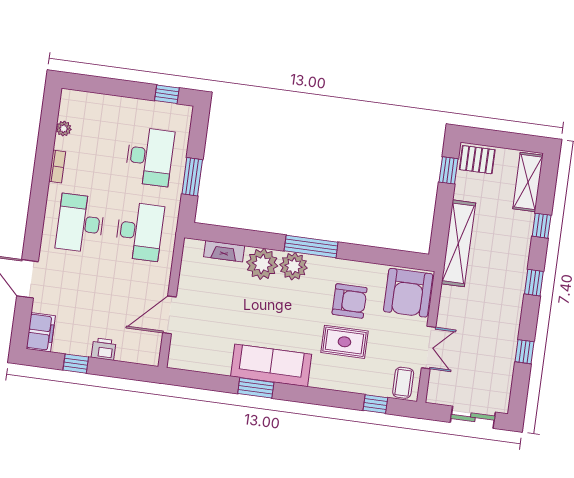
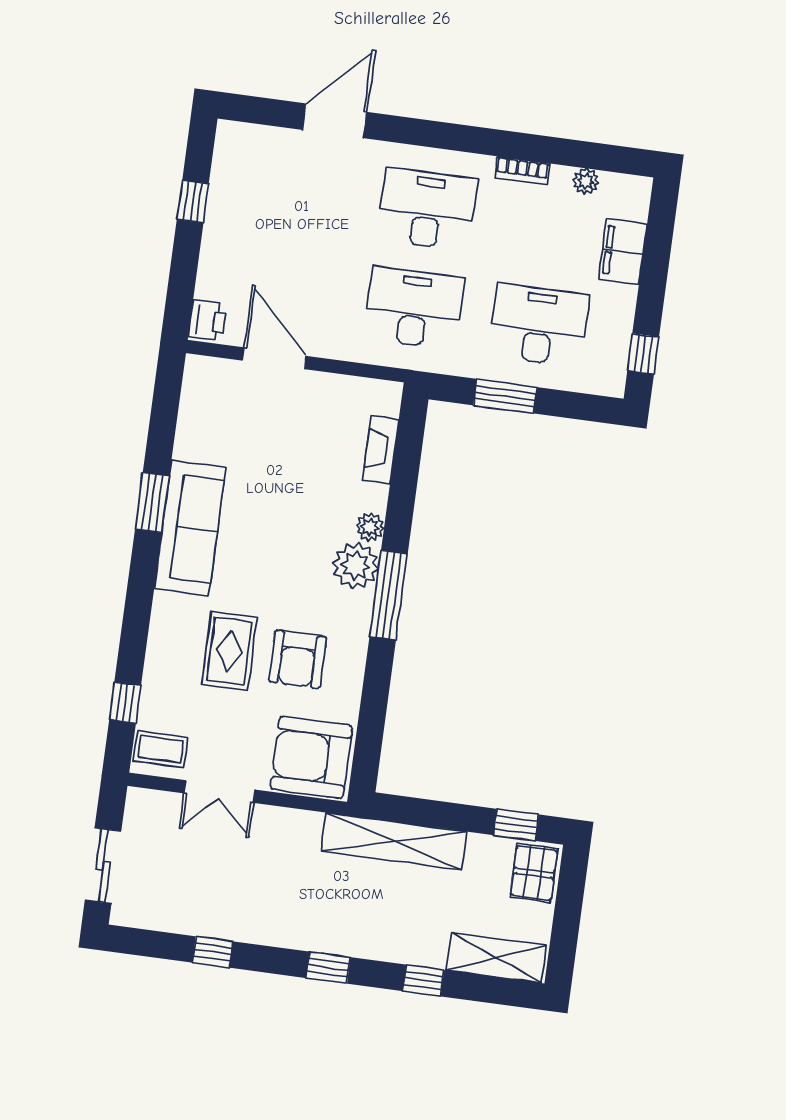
desk: (150, 157) -> (539, 325), turned 180
desk: (139, 231) -> (414, 308), turned 180
plant: (262, 264) -> (370, 527), width x0.53, depth x0.53
filing cabinet: (41, 332) -> (623, 252), moved, turned 90
printer: (104, 349) -> (207, 321), moved

